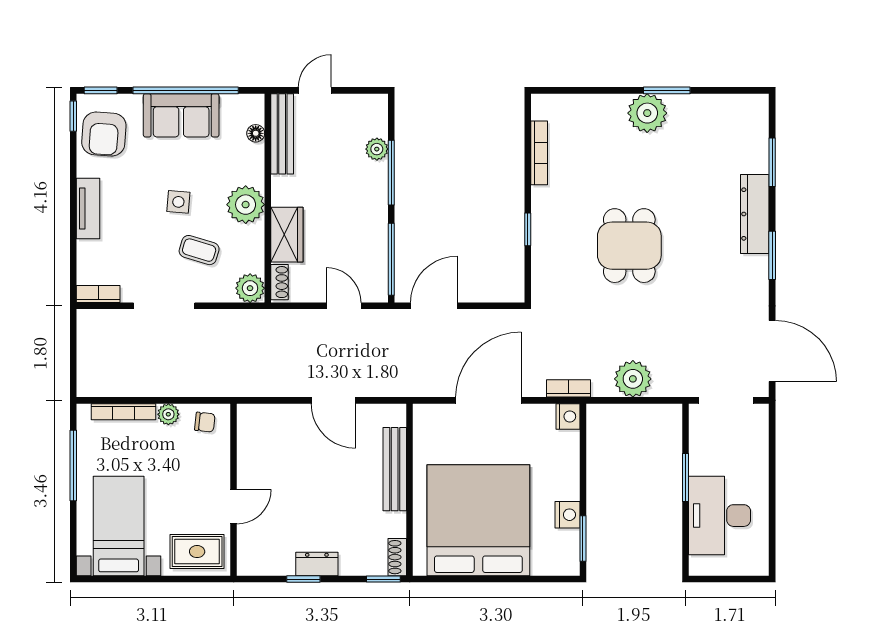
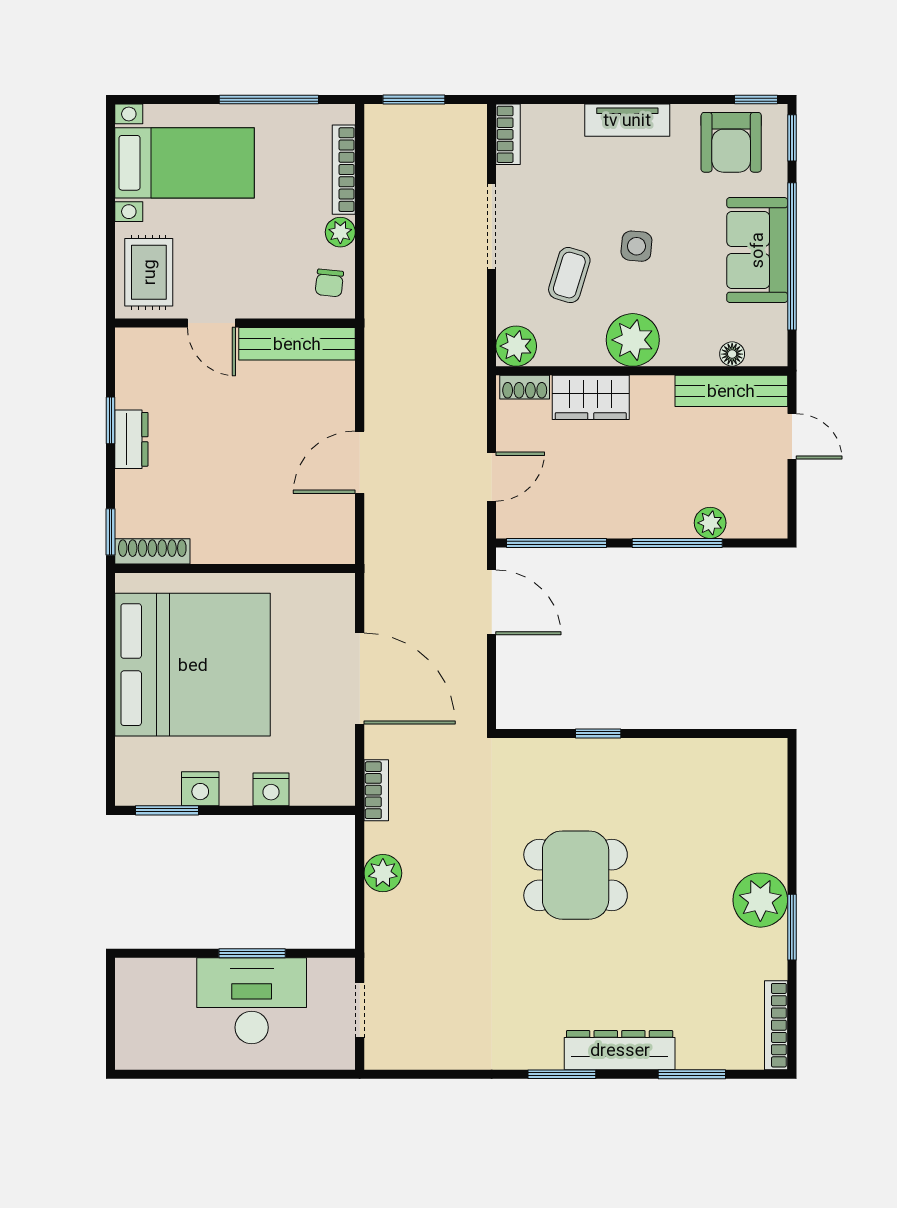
armchair: (104, 134) -> (731, 142), turned -94
bookcase: (539, 153) -> (776, 1025), moved, turned 90
door: (772, 351) -> (428, 1074), removed
window: (73, 361) -> (414, 100), added
plant: (633, 379) -> (383, 873), width x0.73, depth x0.73
doorway: (726, 400) -> (360, 1010), width x0.73
nightstand: (568, 416) -> (271, 789), moved
bench: (395, 469) -> (297, 344), moved
desk: (719, 516) -> (252, 1001), moved
shoe rack: (397, 557) -> (152, 551), width x1.43

